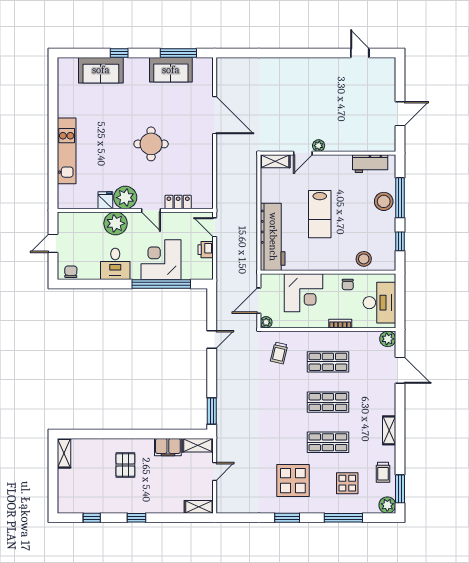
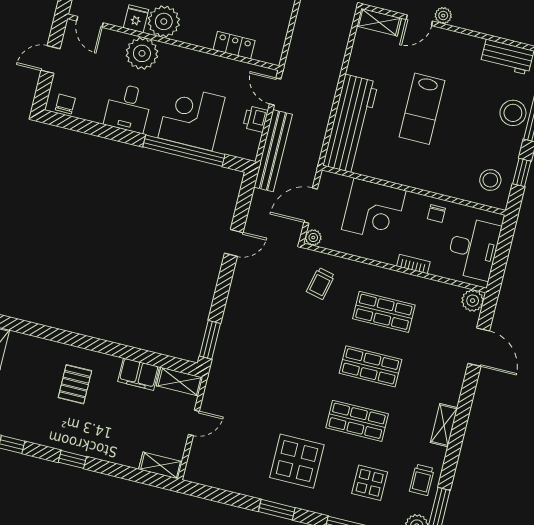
door: (151, 210) -> (90, 22), moved
stool: (364, 259) -> (490, 180), moved
bench: (223, 269) -> (273, 151), added

